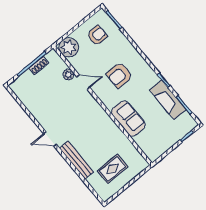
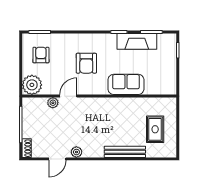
shoe rack: (39, 65) -> (27, 148), moved
plant: (46, 123) -> (76, 152), added
door: (50, 139) -> (57, 159), moved

